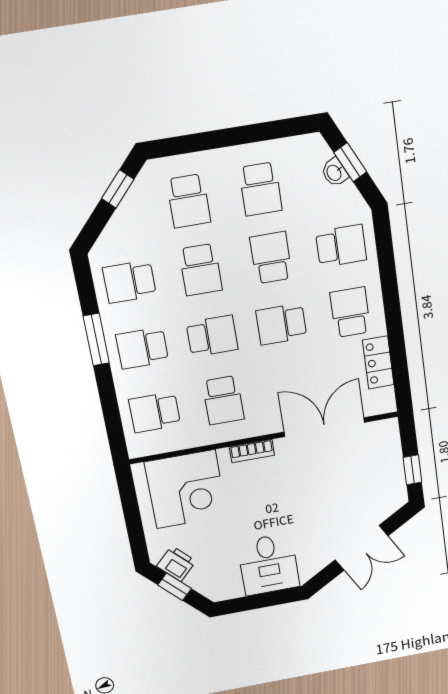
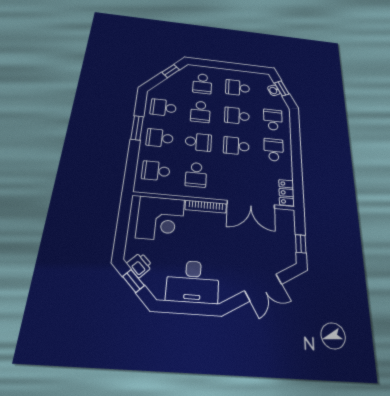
school desk: (260, 189) -> (238, 88), turned 90
school desk: (341, 246) -> (273, 120), turned -90
school desk: (271, 258) -> (237, 116), turned -90
locker: (378, 362) -> (286, 193), moved
double door: (324, 427) -> (251, 204), swing flipped
bookcase: (252, 451) -> (206, 207), width x1.56
desk: (268, 564) -> (193, 282), width x1.37

